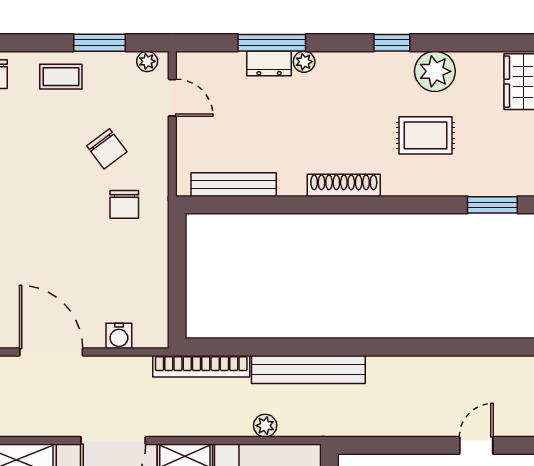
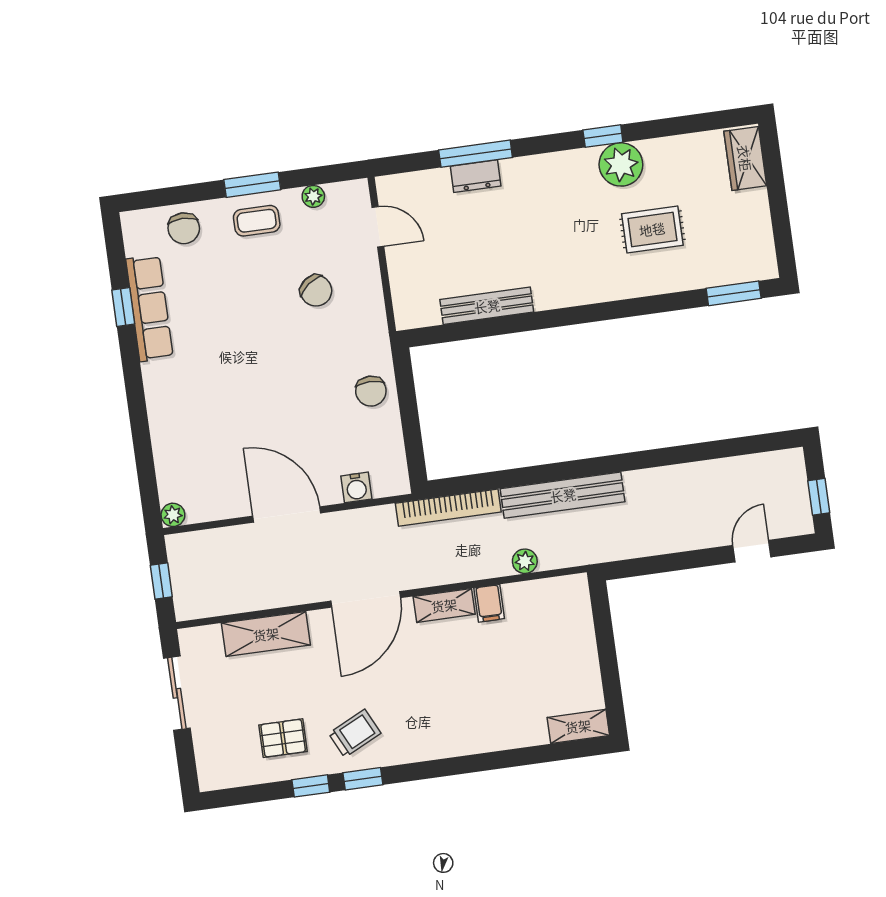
window: (99, 43) -> (252, 185), moved
plant: (147, 61) -> (313, 196), moved
plant: (304, 62) -> (513, 169), removed
plant: (435, 71) -> (621, 164), moved
bench: (234, 185) -> (487, 306), moved
shoe rack: (344, 185) -> (573, 294), removed
chair: (124, 204) -> (371, 391), moved

